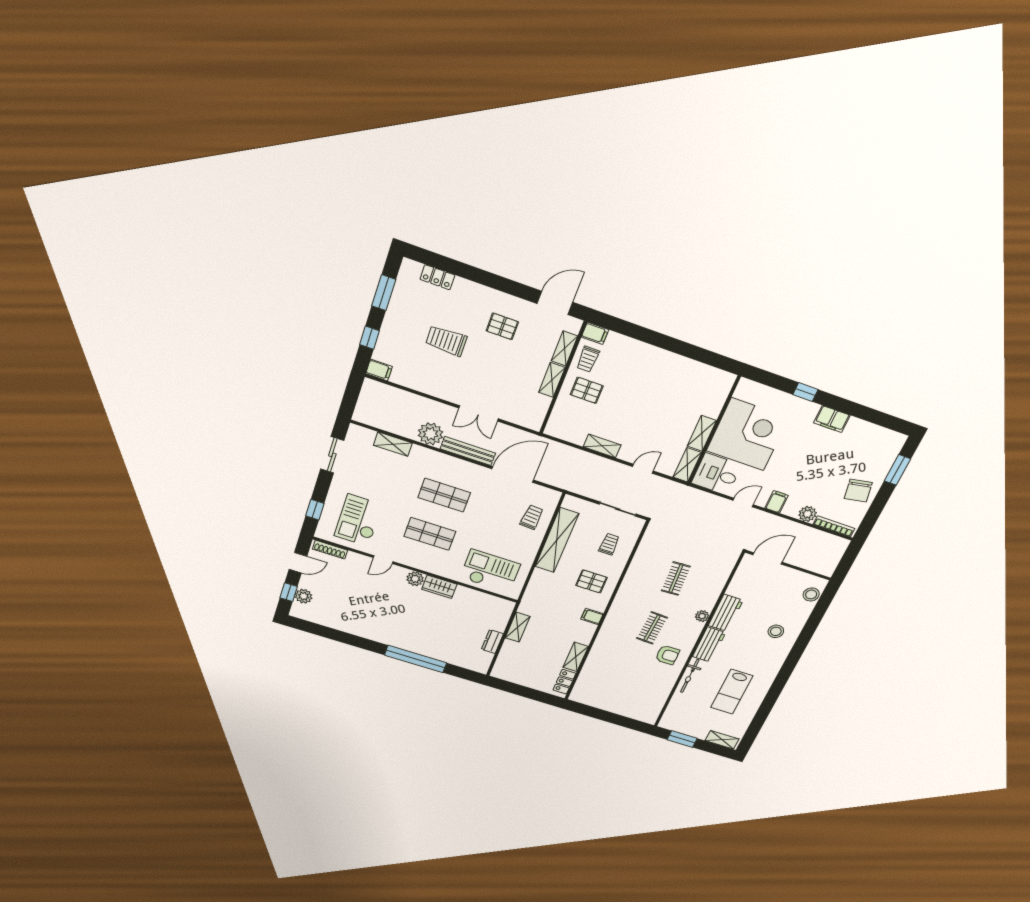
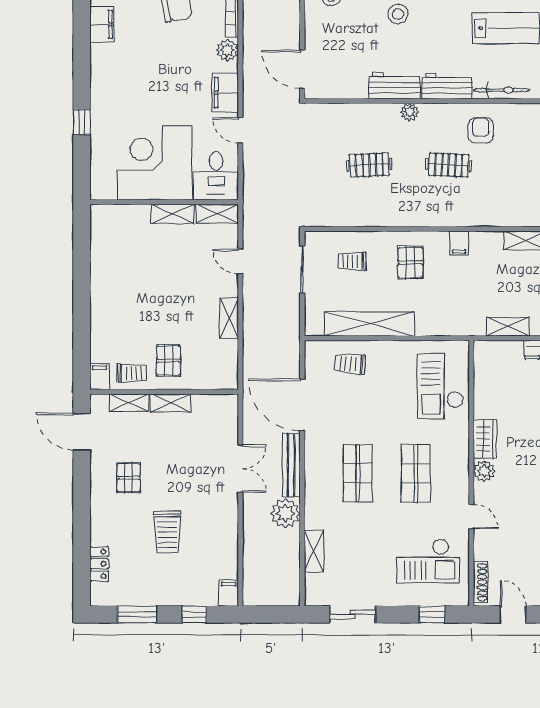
filing cabinet: (832, 419) -> (102, 24), moved
filing cabinet: (777, 502) -> (225, 93), width x2.00

